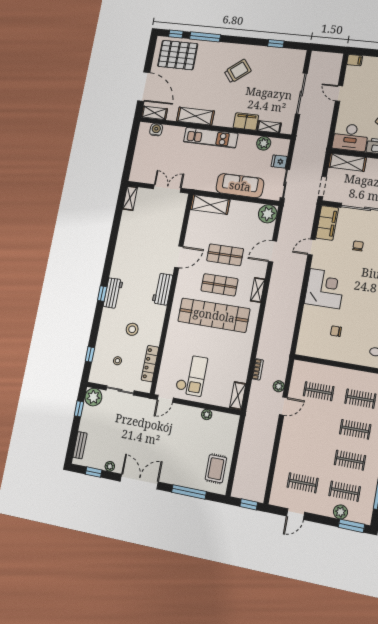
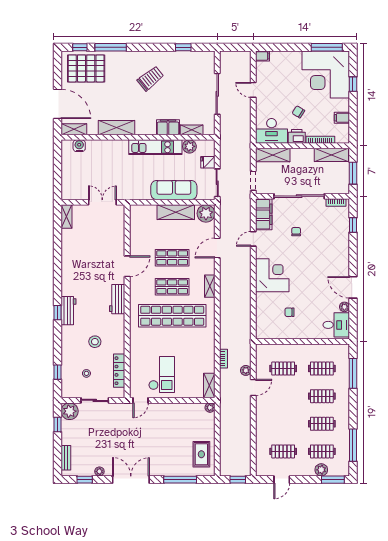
kitchen unit: (211, 138) -> (155, 147), moved
shelving: (210, 205) -> (176, 212), moved
plant: (207, 414) -> (210, 408), moved

